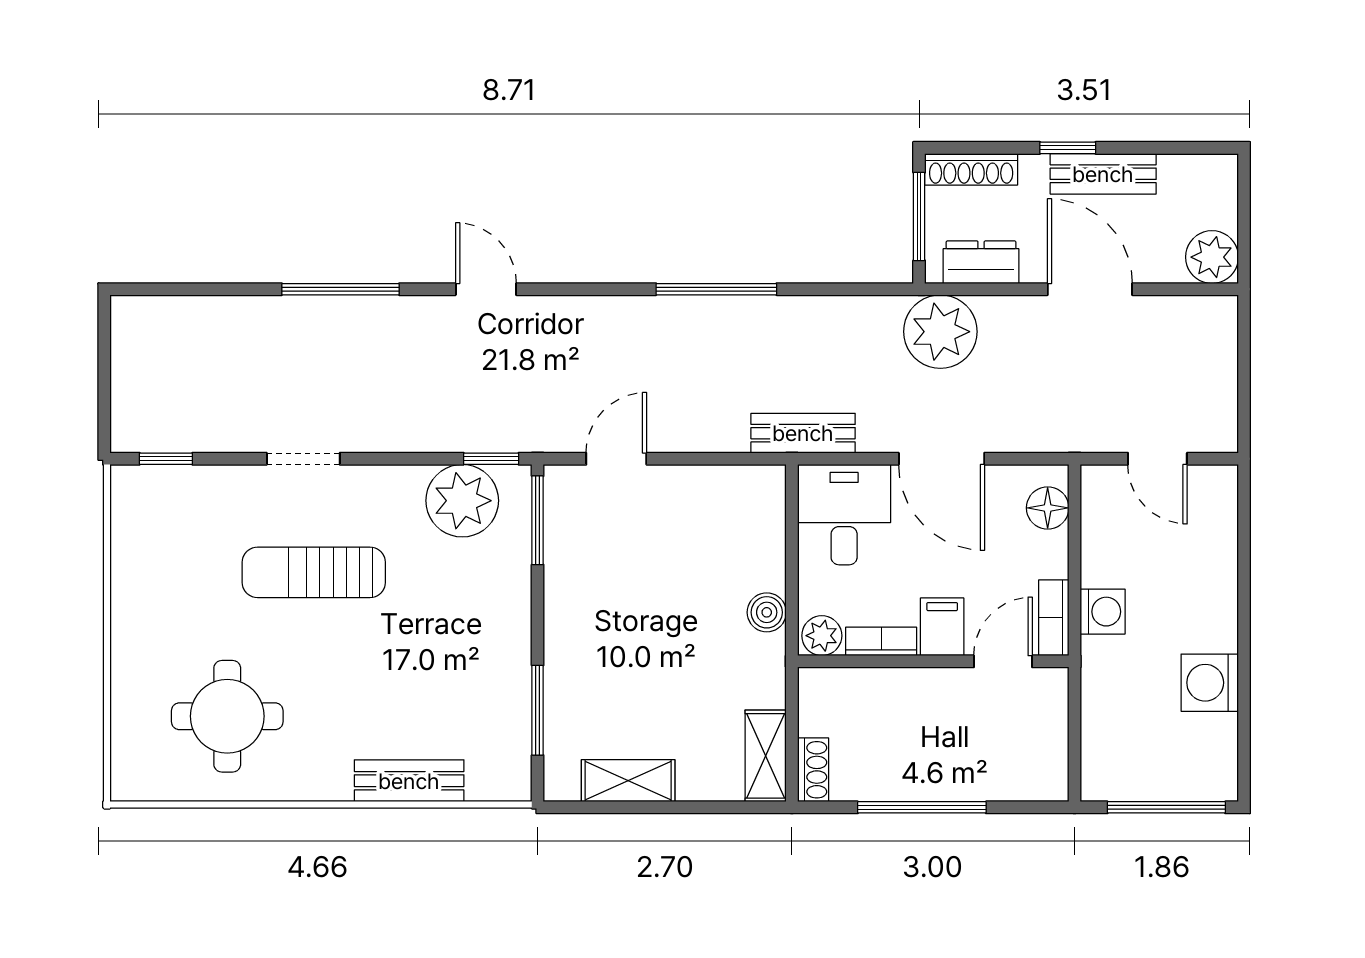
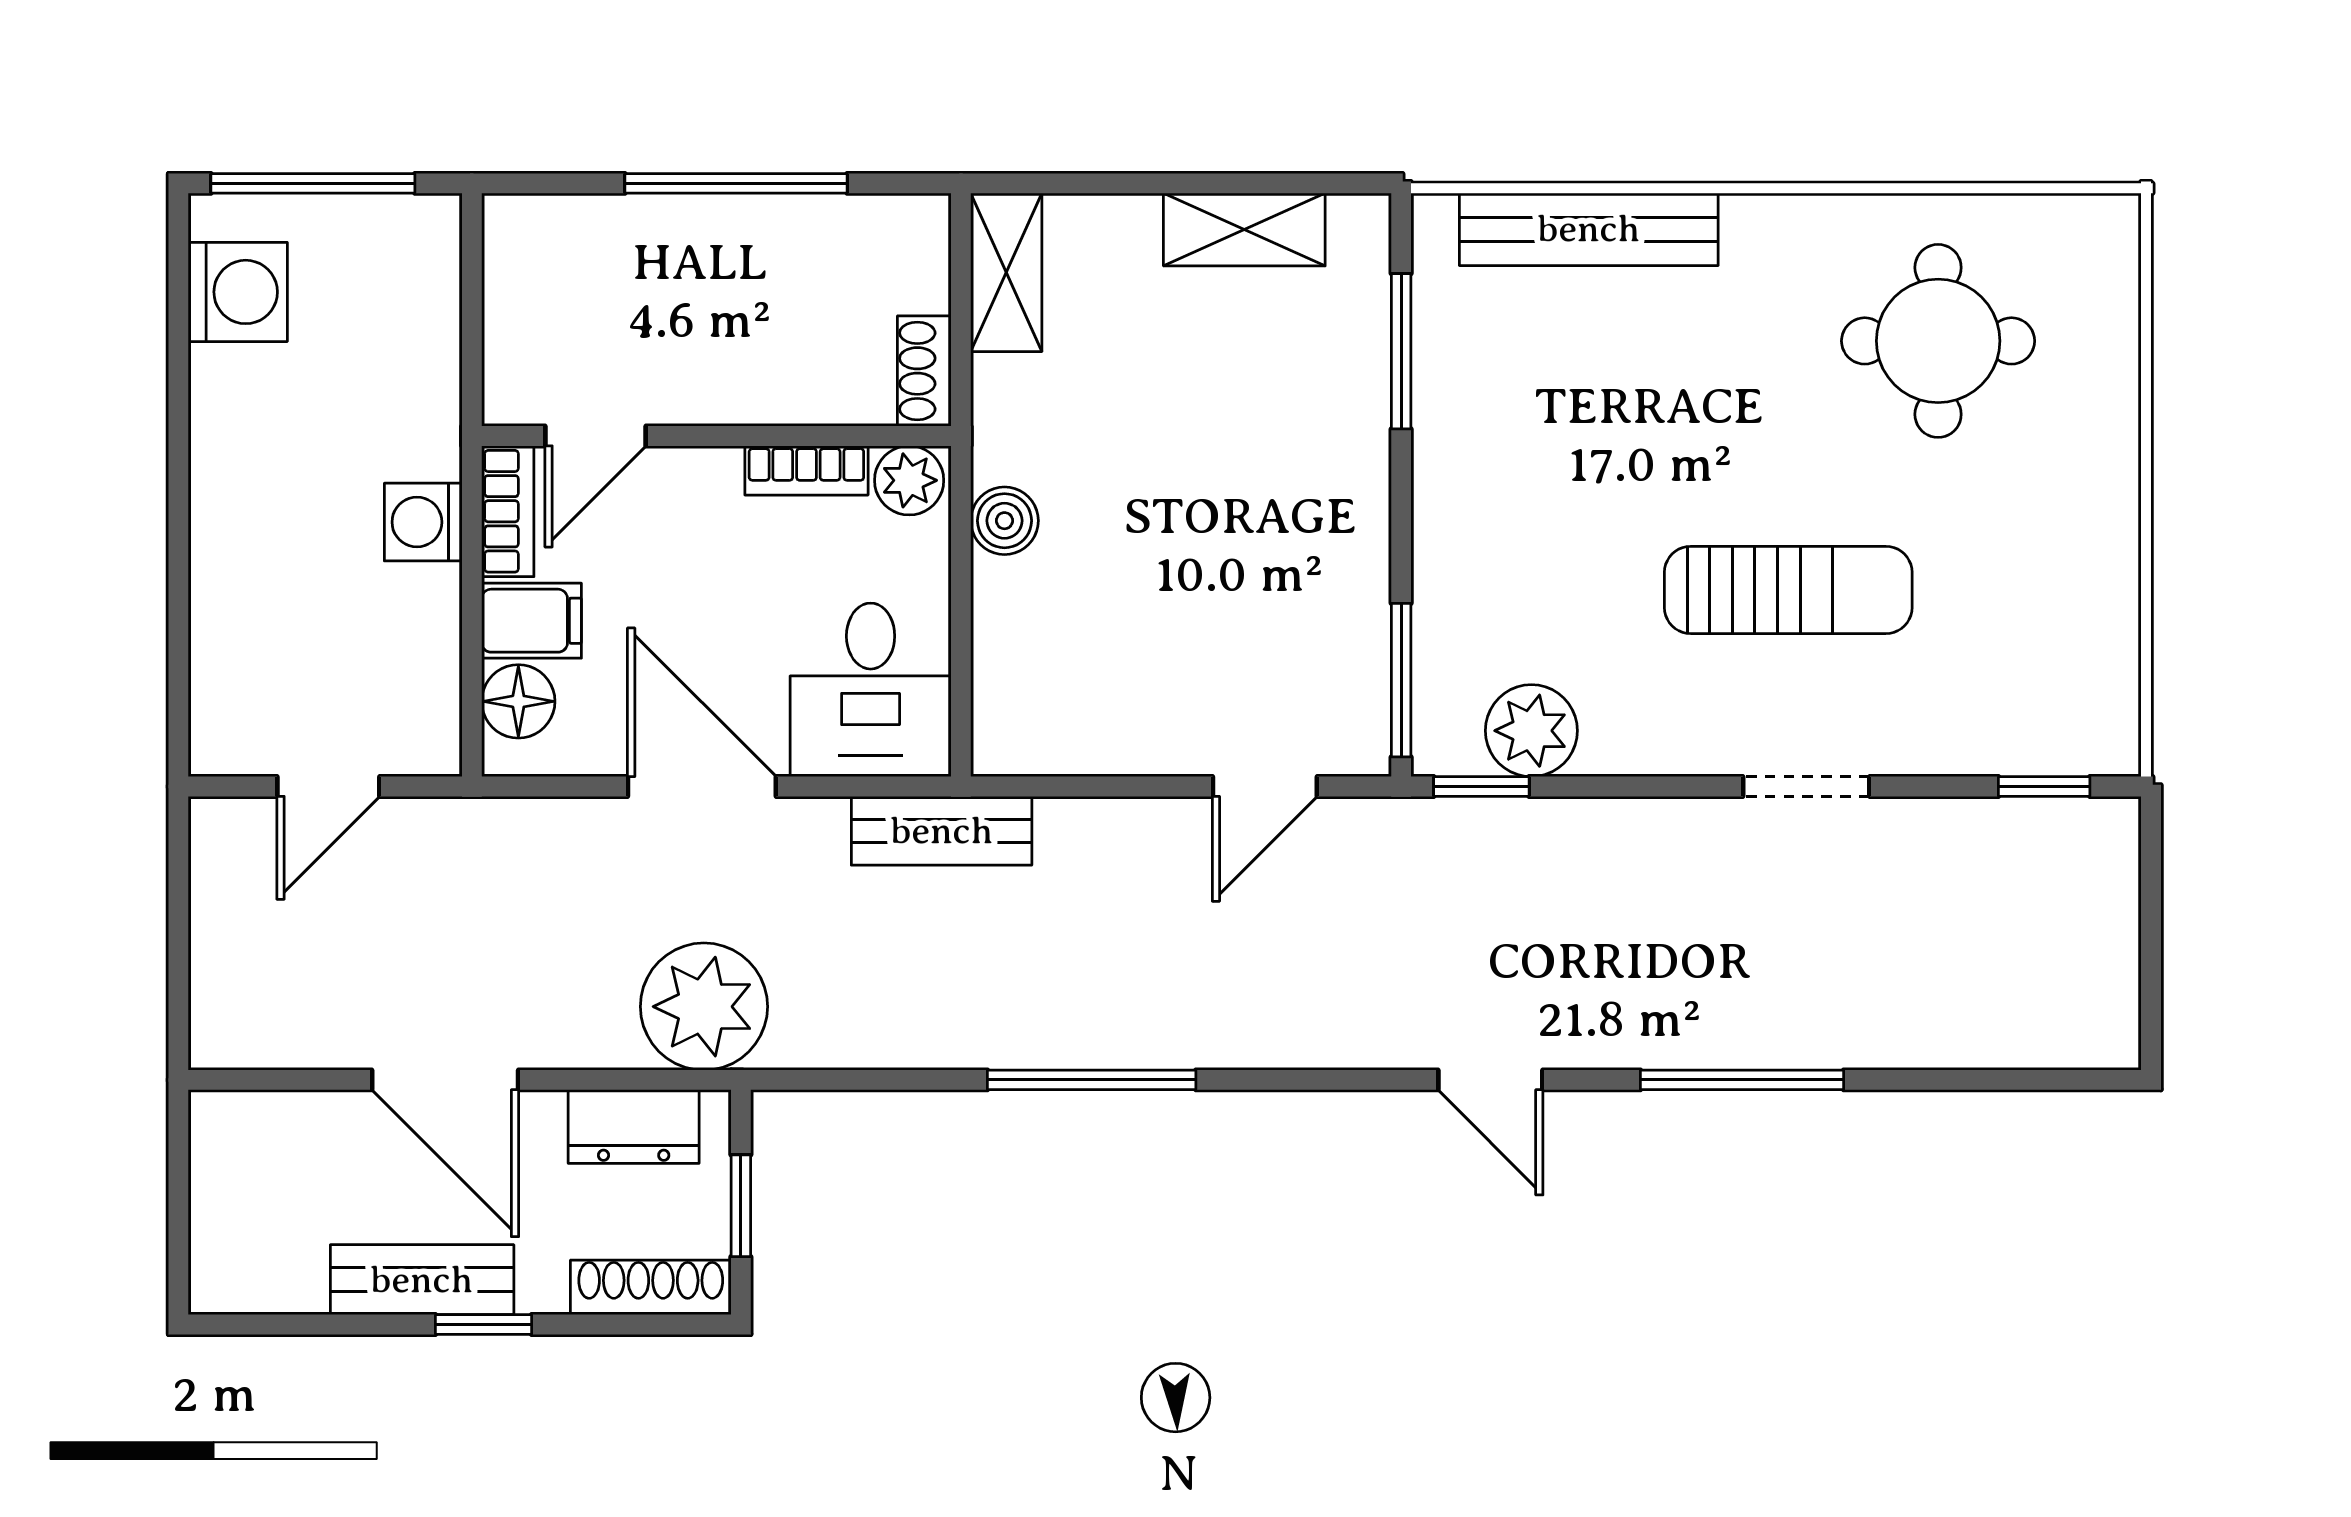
window: (919, 217) -> (741, 1206), width x0.67
plant: (1212, 257) -> (234, 1136), removed
door: (1157, 459) -> (328, 787), swing flipped
plant: (462, 501) -> (1531, 731), width x0.73, depth x0.73
filing cabinet: (942, 627) -> (532, 621), moved, turned -90
washing machine: (1210, 683) -> (238, 292), moved
shoe rack: (813, 770) -> (924, 371), moved
bench: (409, 781) -> (1589, 229), width x1.36

